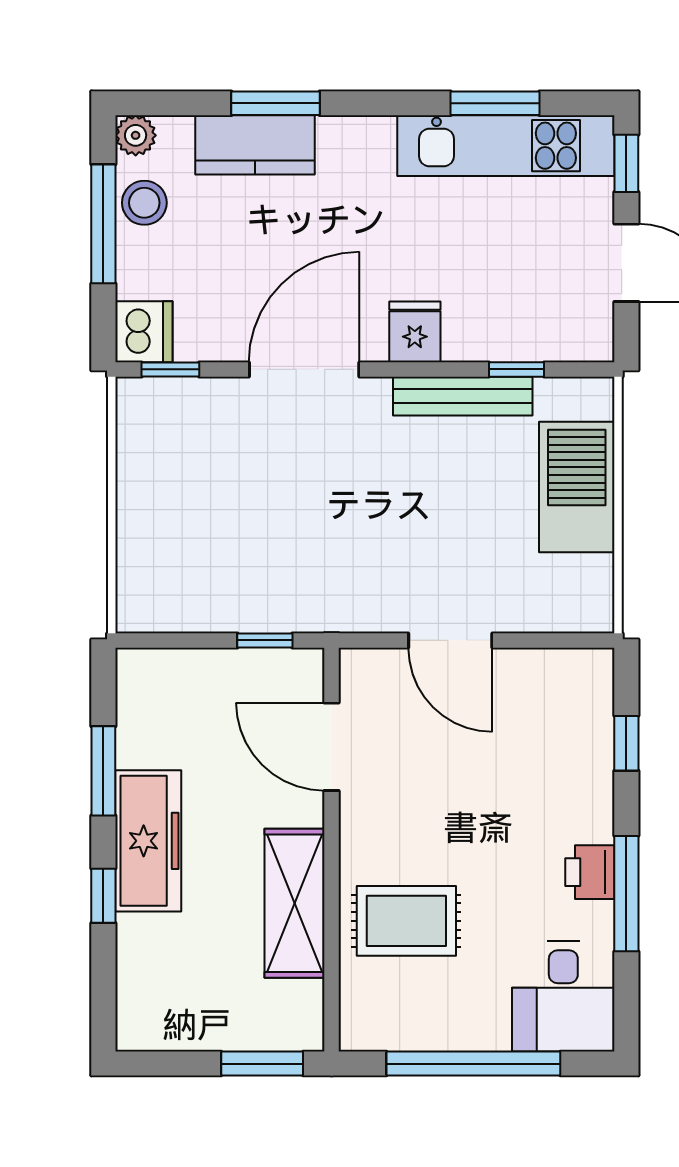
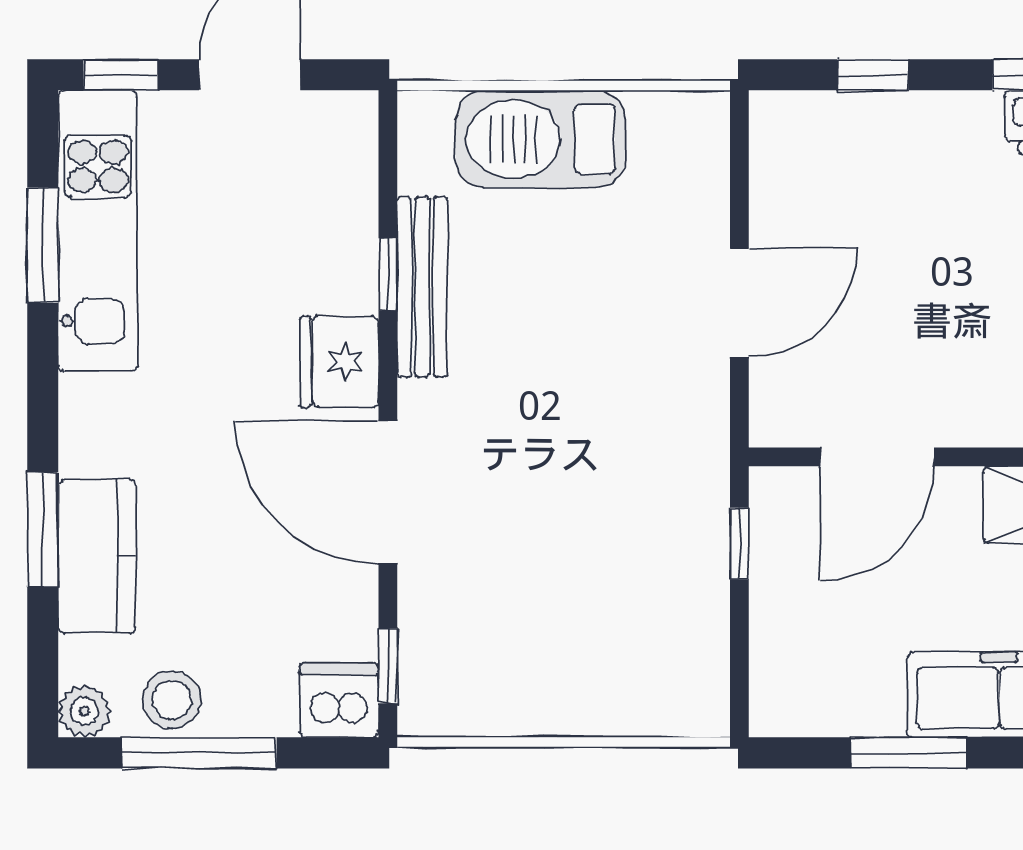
fridge: (415, 332) -> (339, 362), width x1.38
window: (516, 369) -> (388, 274), moved

